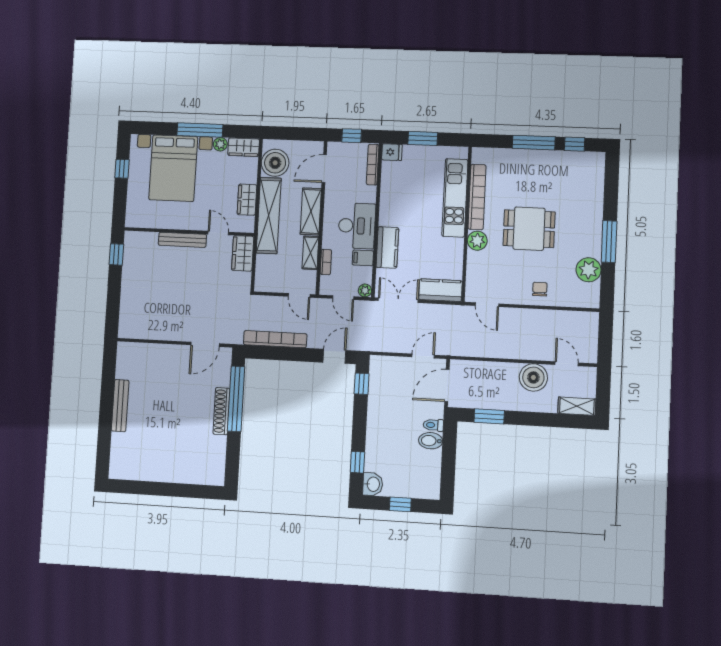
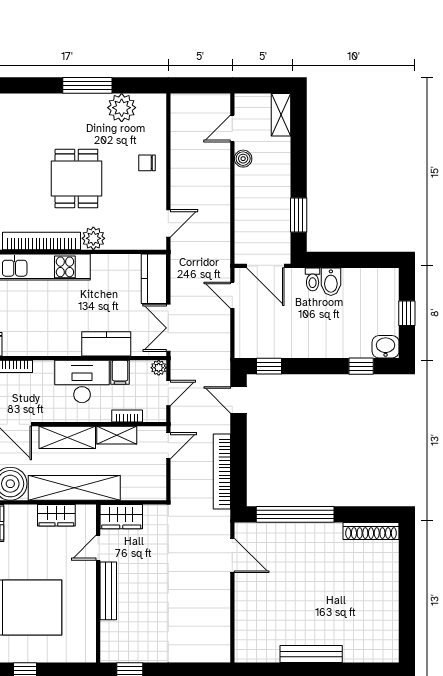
boiler: (533, 377) -> (243, 159), width x0.54, depth x0.54
shoe rack: (221, 411) -> (371, 531), moved

